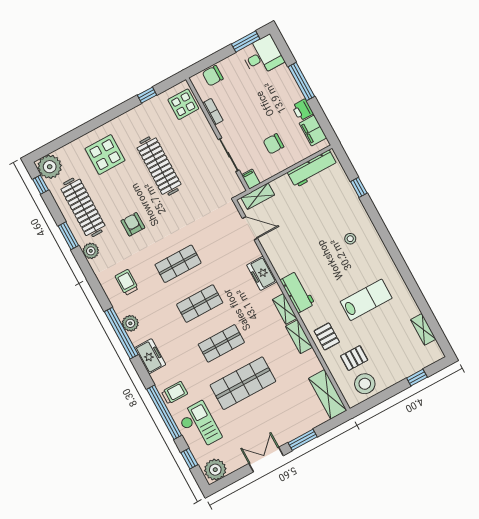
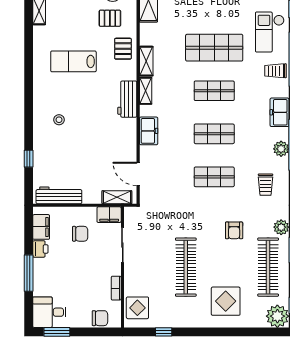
filing cabinet: (251, 179) -> (109, 215), width x2.00

